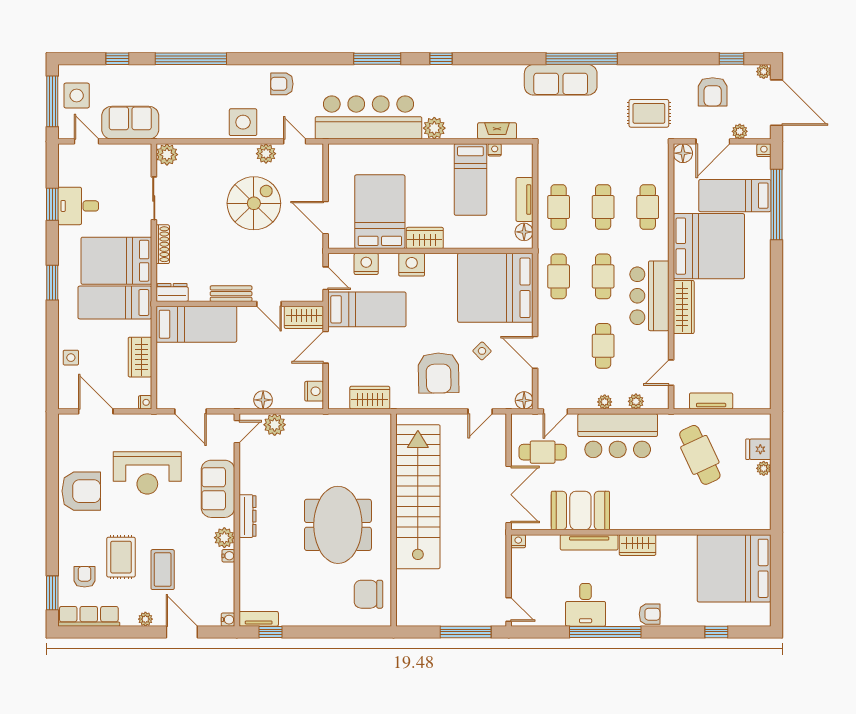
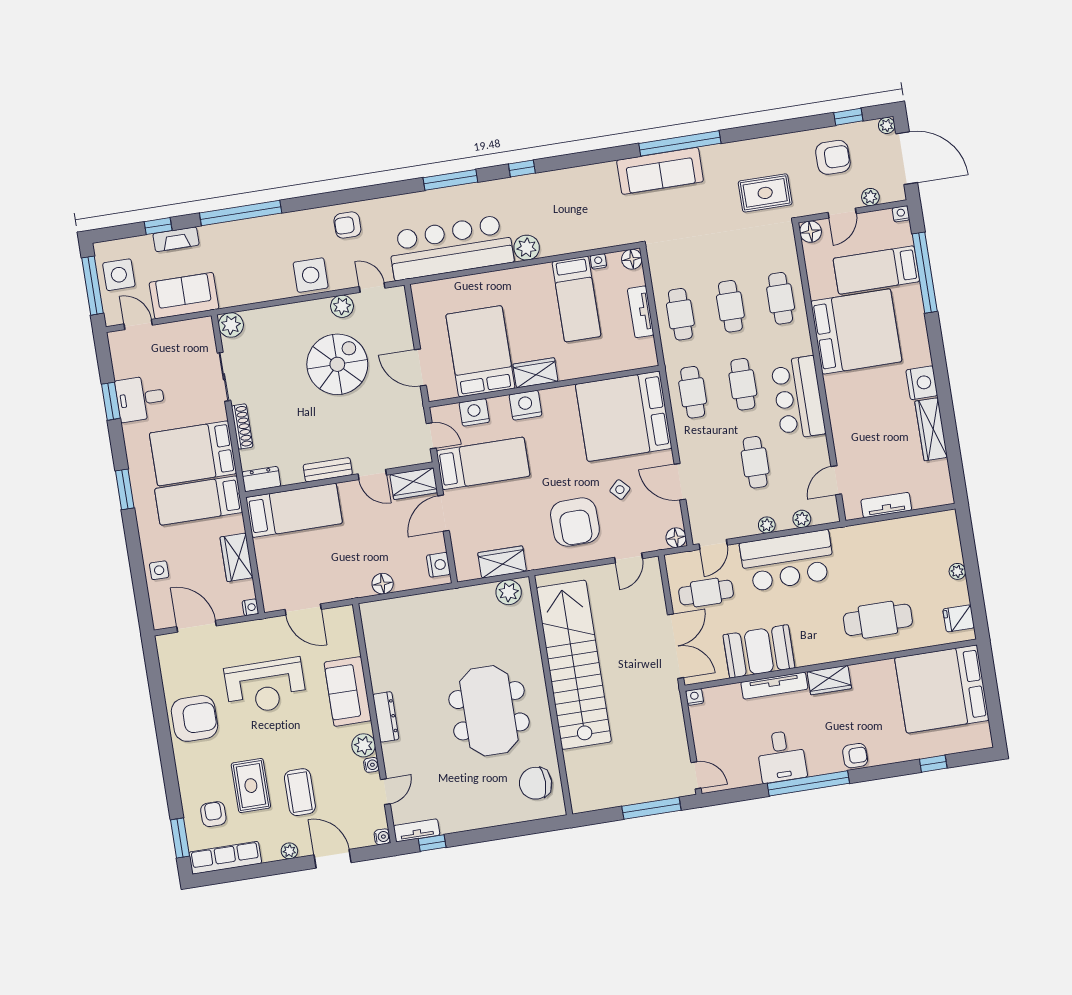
armchair: (713, 92) -> (833, 157), turned -90
fireplace: (497, 131) -> (176, 239), moved, turned 180
door: (713, 141) -> (842, 213), width x0.73
floor lamp: (524, 232) -> (632, 259), moved
nightstand: (759, 300) -> (922, 383), added
wardrobe: (684, 307) -> (931, 429), moved, turned 180
plant: (275, 425) -> (509, 592), moved
door: (237, 432) -> (385, 792), moved
fridge: (758, 449) -> (959, 618), moved
cafe table: (700, 455) -> (878, 620), moved, turned -65

